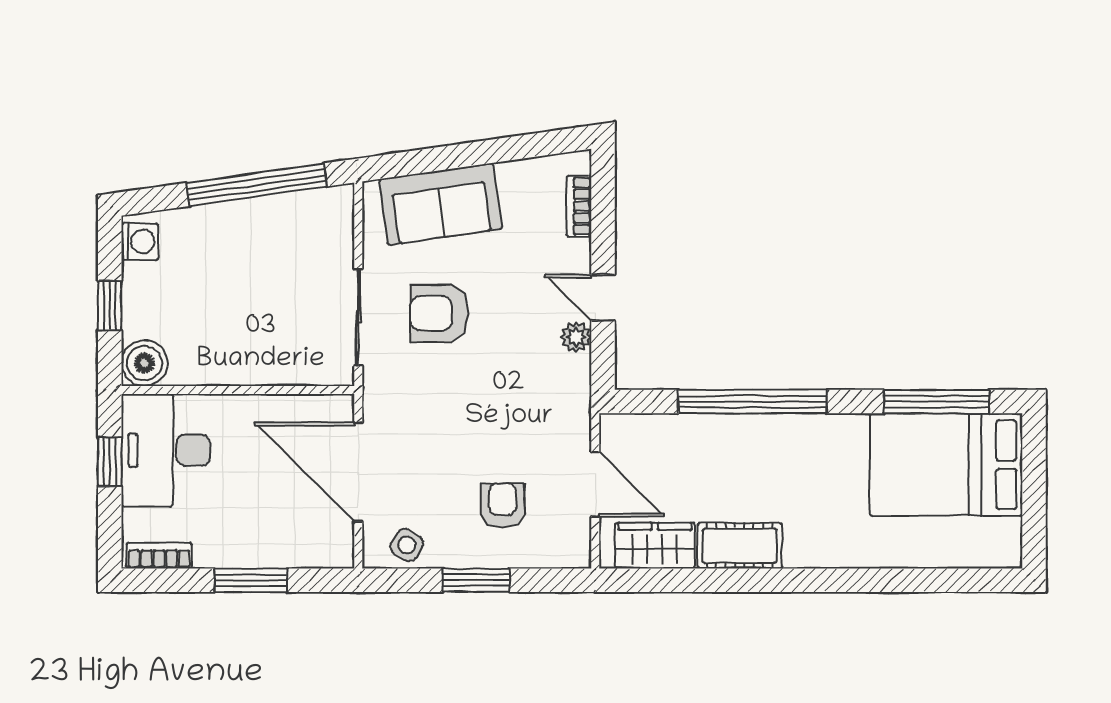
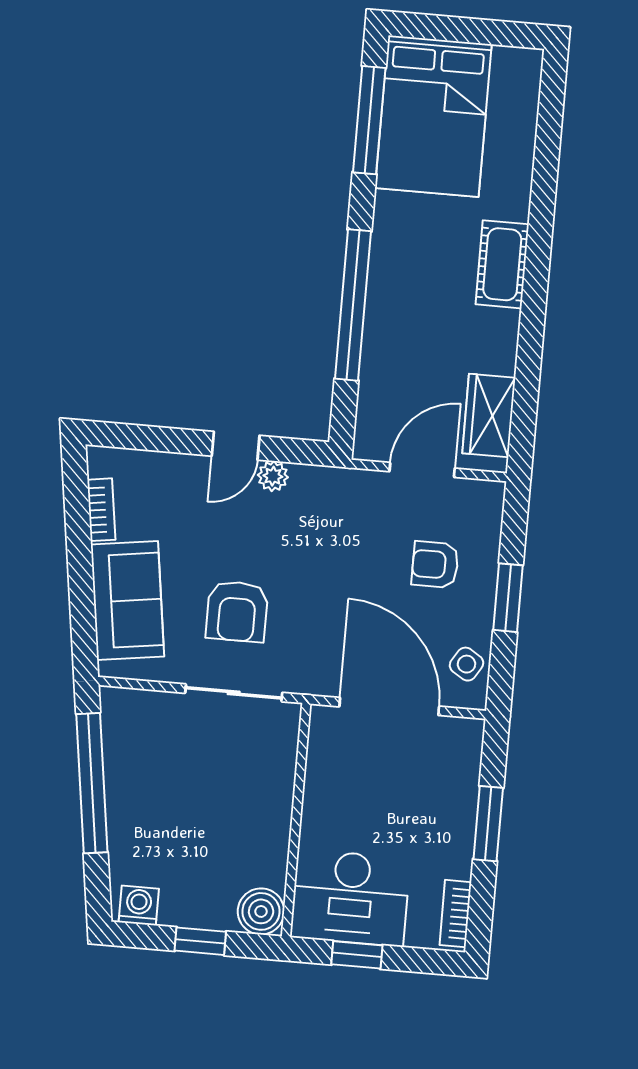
bookcase: (579, 206) -> (101, 510), moved, turned -98
door: (358, 472) -> (389, 706), swing flipped
cot: (740, 546) -> (502, 264), moved

